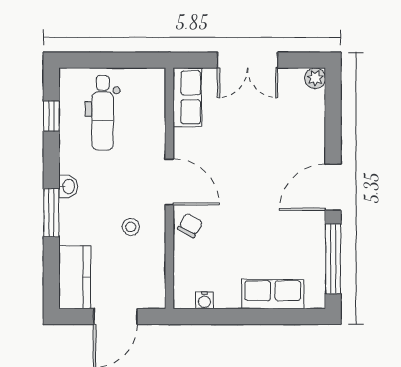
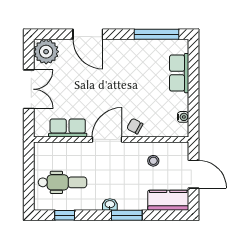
plant: (315, 78) -> (46, 52), width x1.87, depth x1.87
row of seats: (187, 97) -> (68, 128), moved
door: (333, 187) -> (88, 34), moved
stool: (131, 227) -> (153, 161), moved

